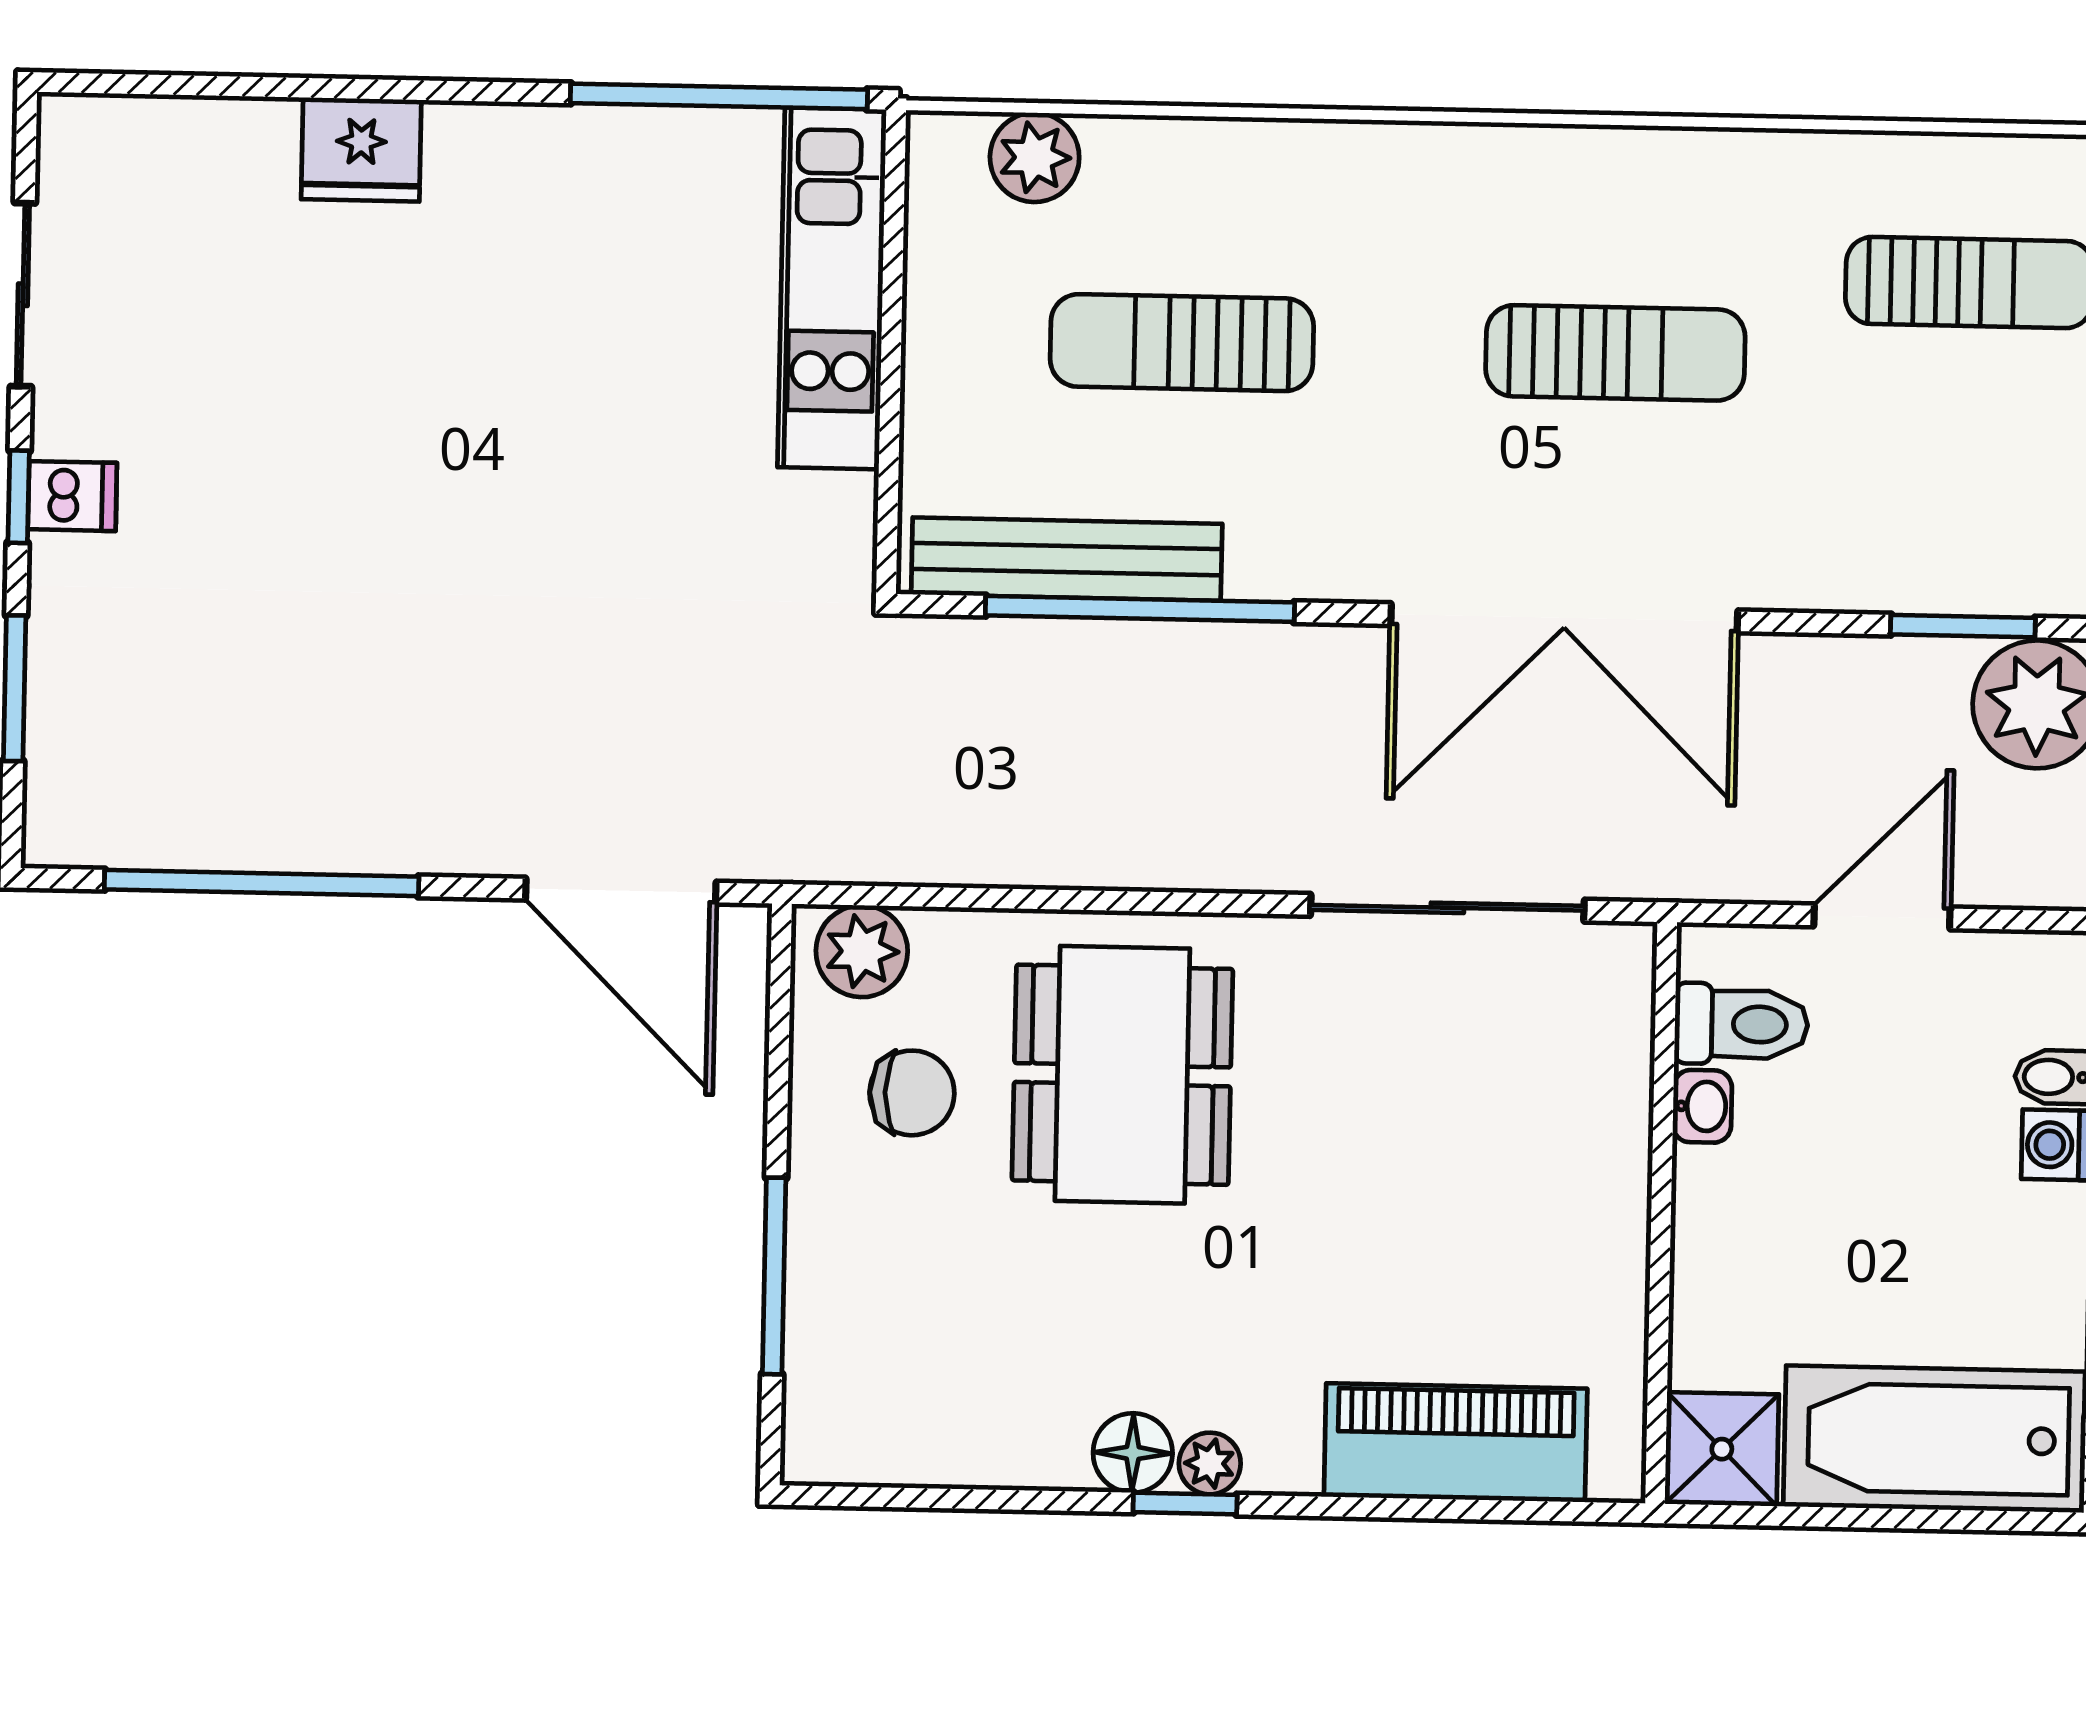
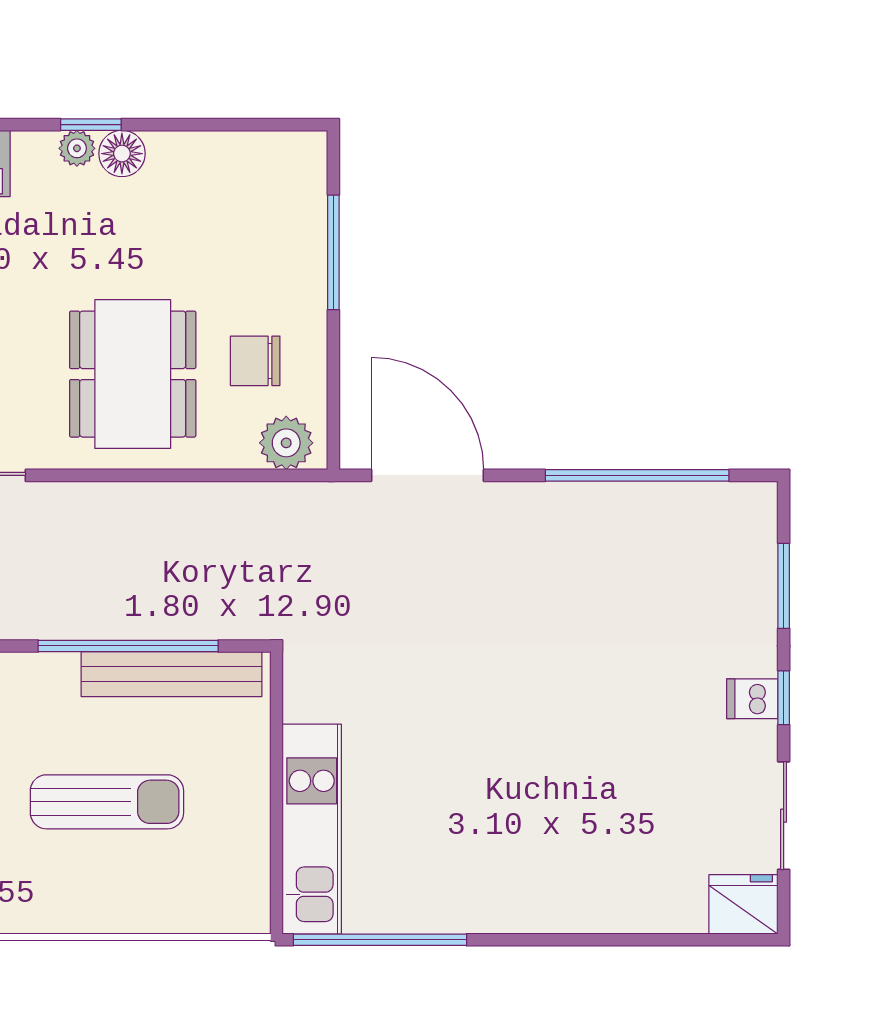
fridge: (361, 150) -> (743, 904), moved
plant: (1035, 157) -> (195, 908), removed

